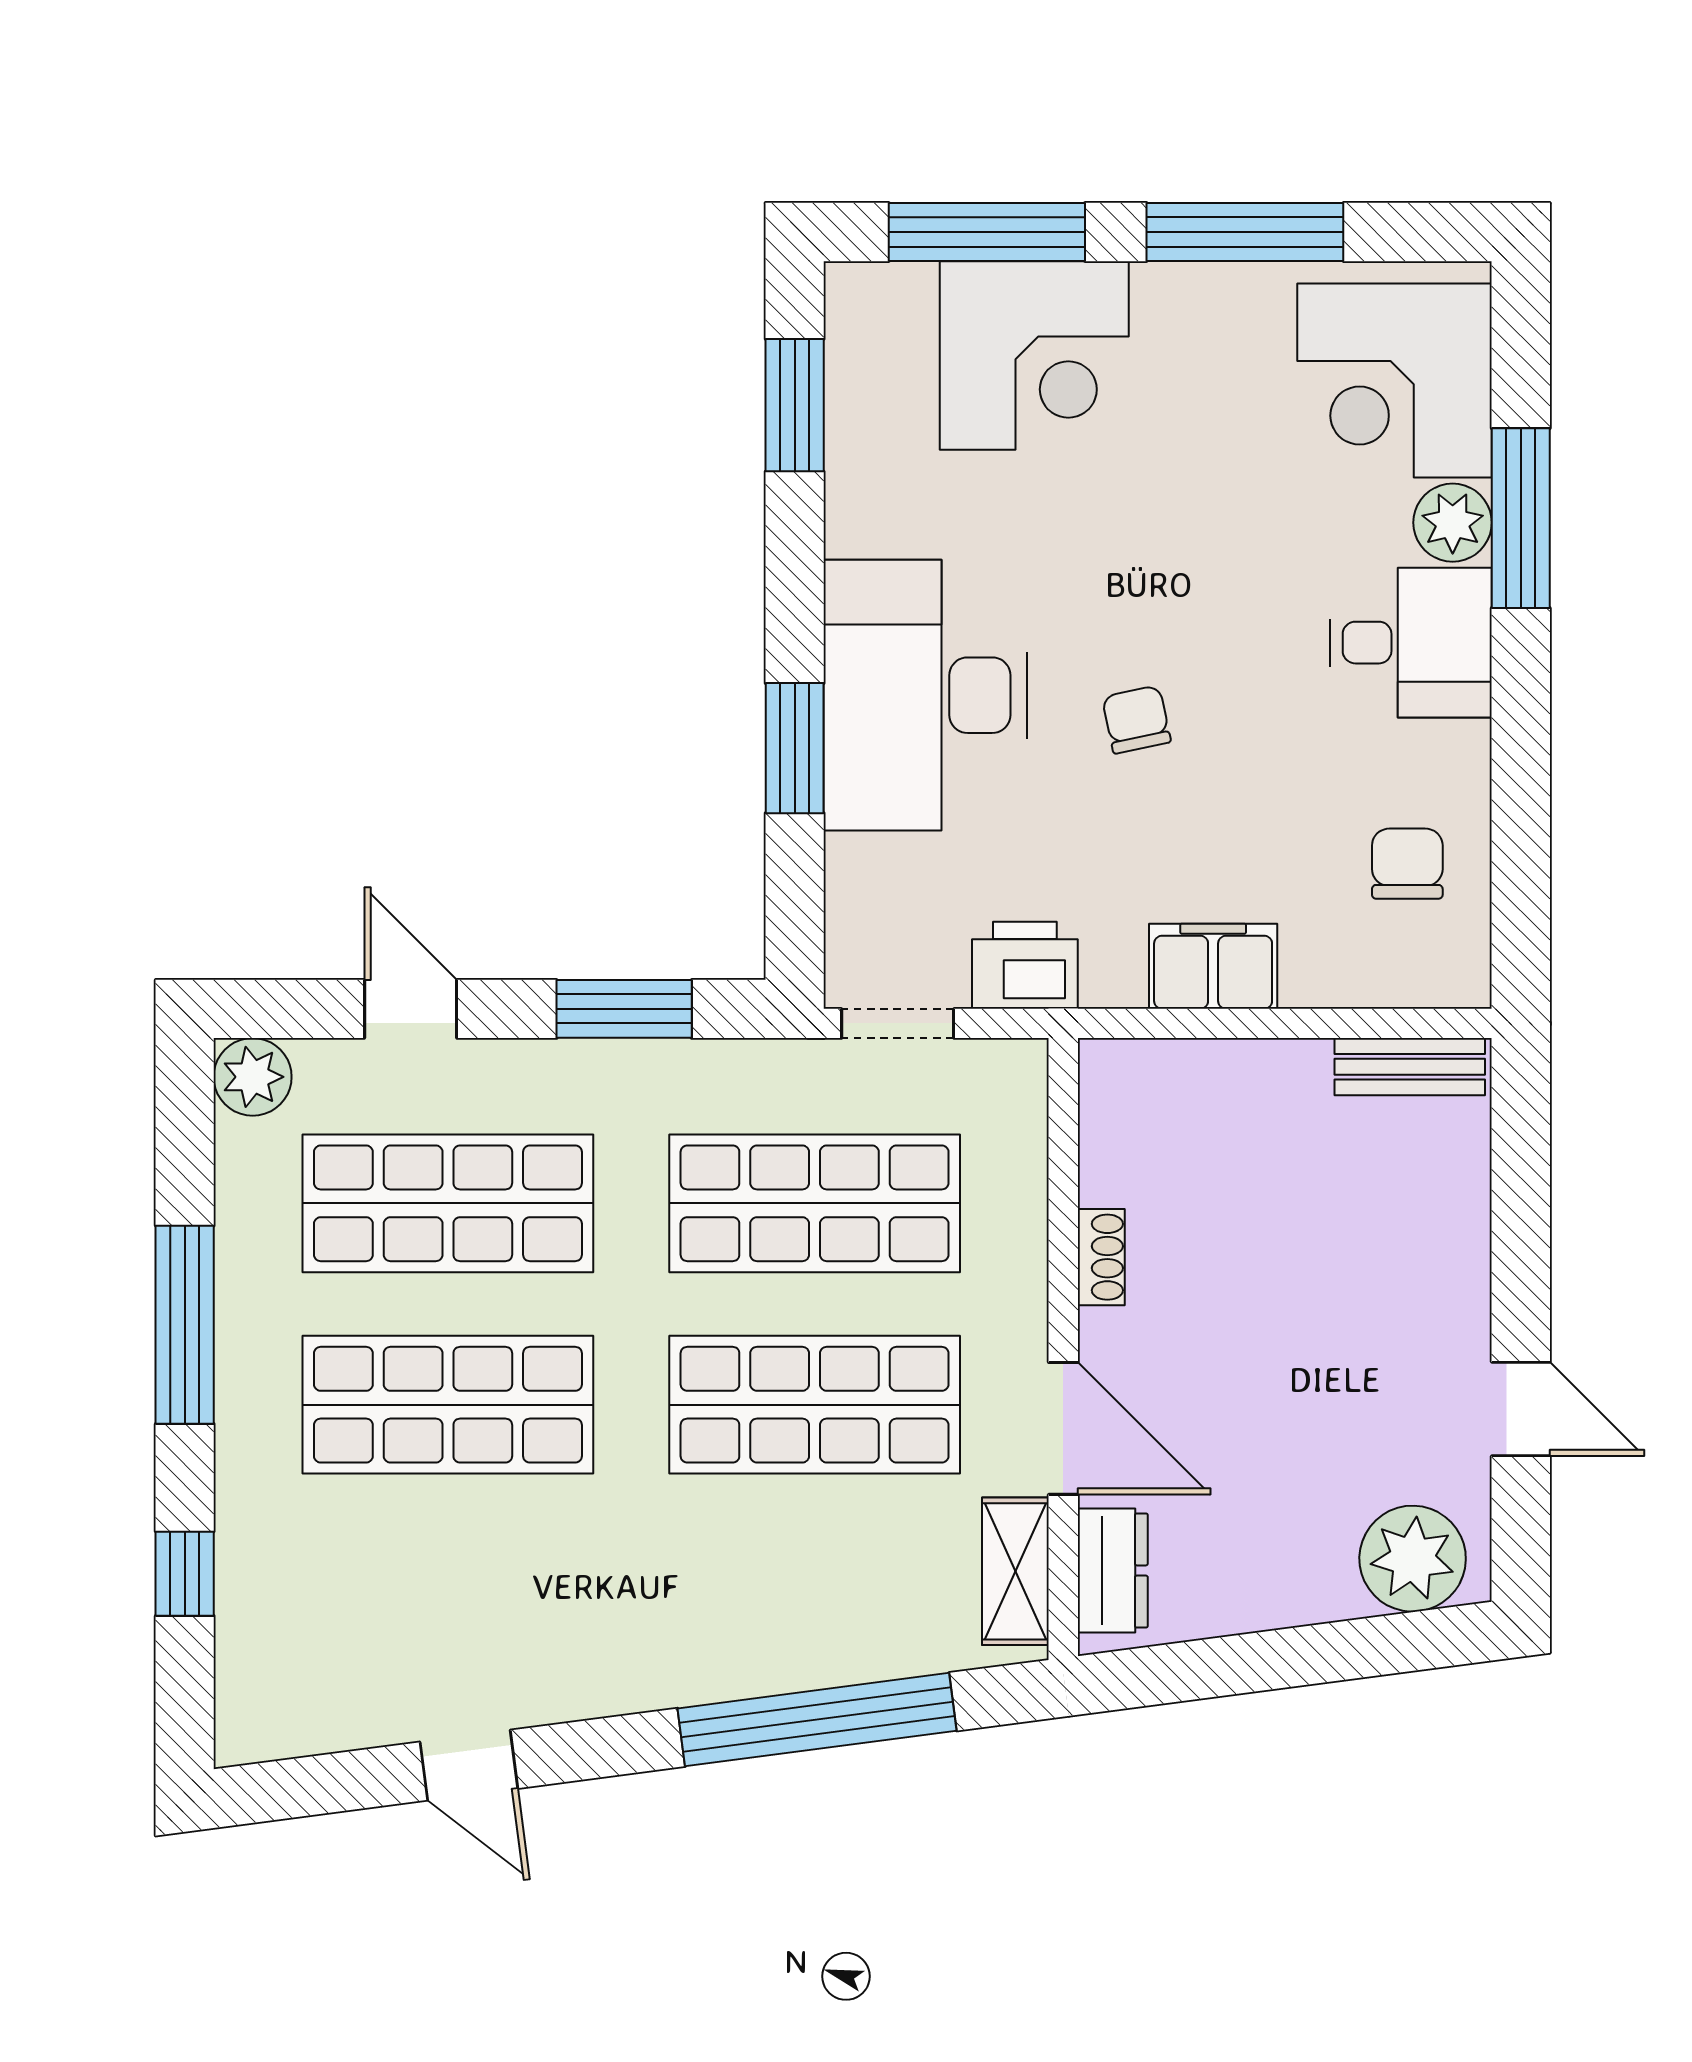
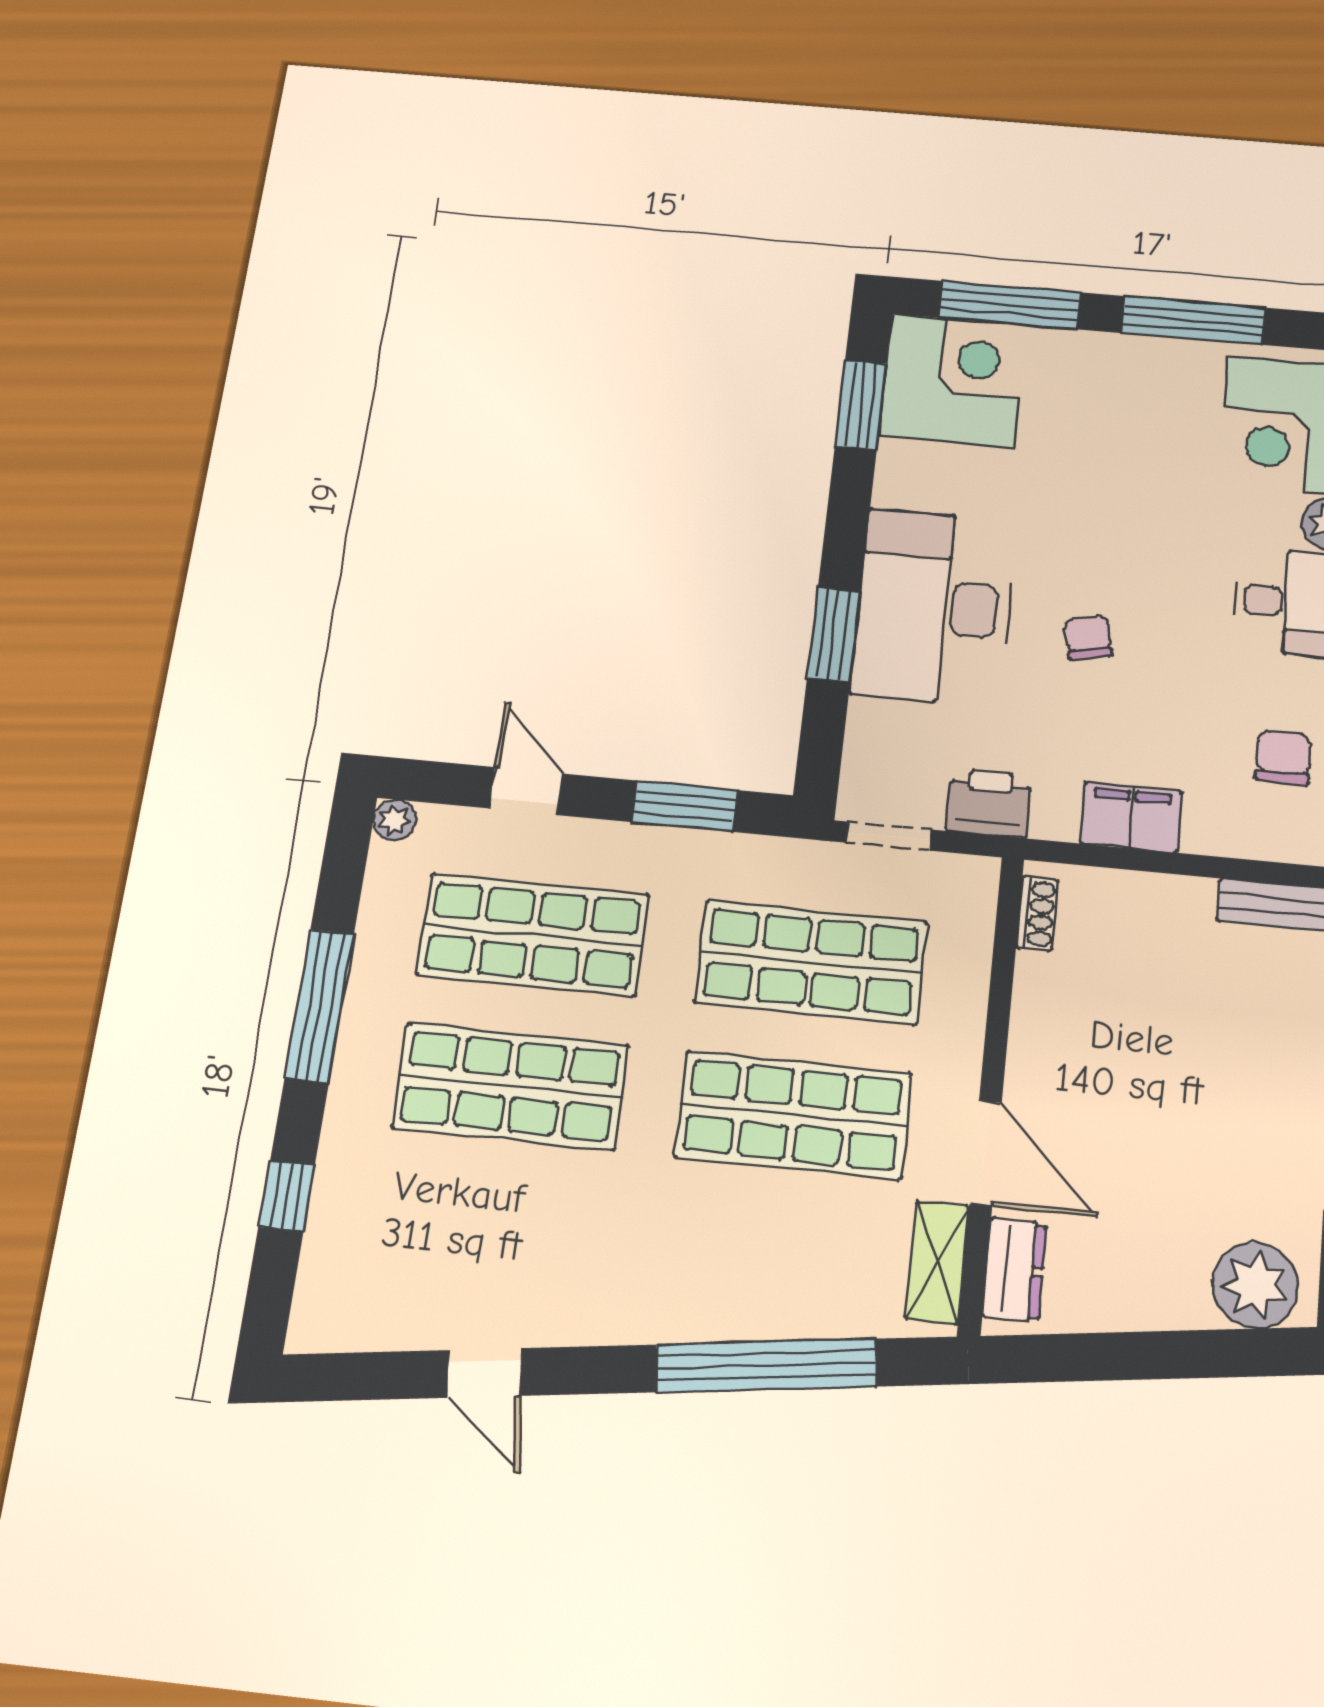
corner desk: (1034, 355) -> (953, 380), moved, turned -90
plant: (253, 1077) -> (395, 820), width x0.73, depth x0.73
shoe rack: (1101, 1257) -> (1037, 914), moved

